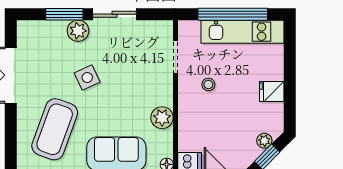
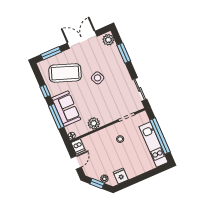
sliding door: (114, 14) -> (140, 89), moved
plant: (78, 31) -> (108, 40), moved
fridge: (272, 91) -> (121, 176), moved
window: (11, 139) -> (51, 53), added

